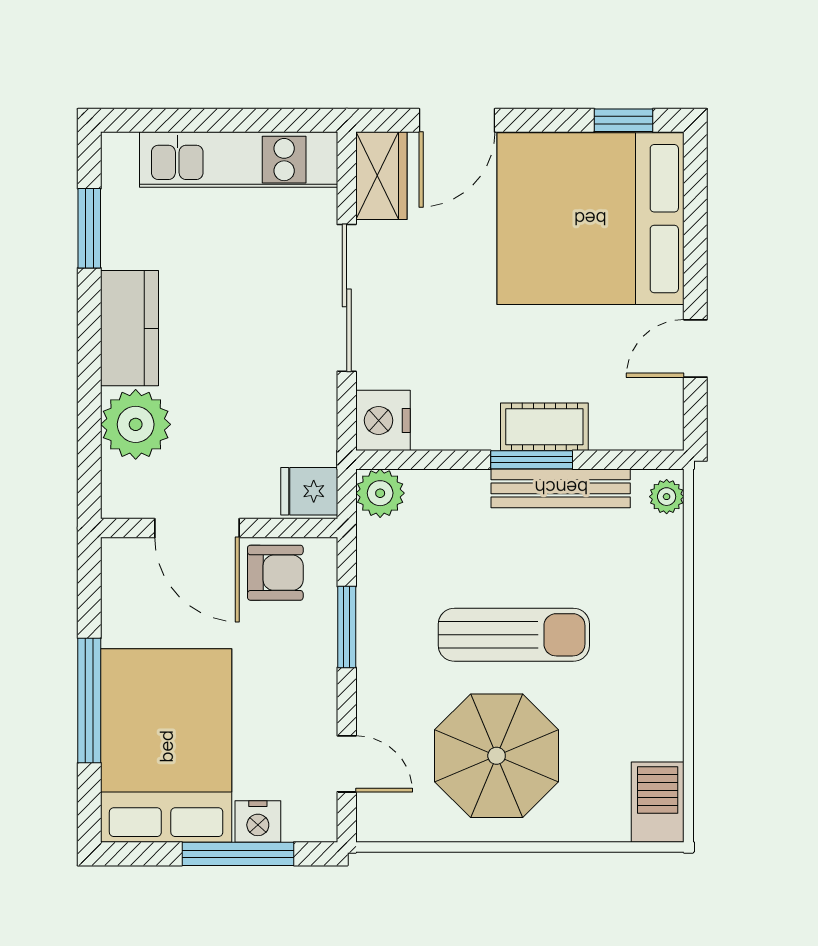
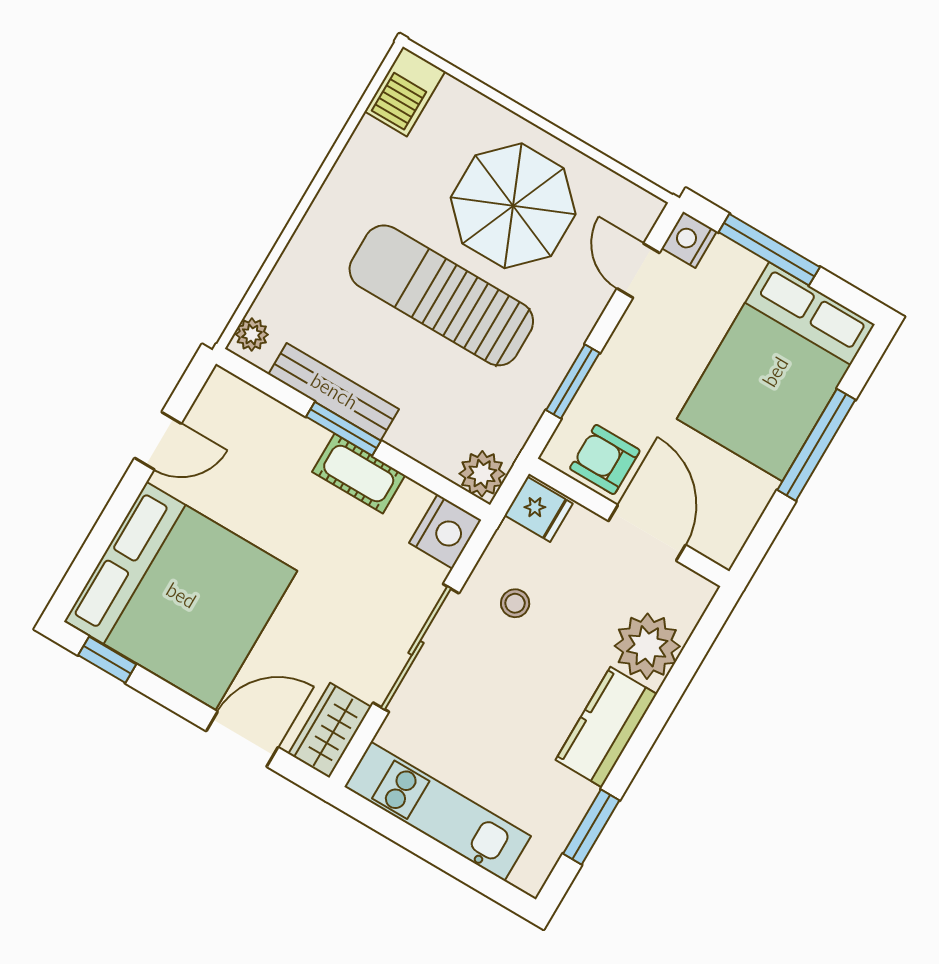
stool: (280, 392) -> (515, 603), added
cot: (544, 427) -> (359, 474), moved
sun lounger: (514, 635) -> (441, 295), width x1.36, depth x1.34
nightstand: (258, 822) -> (689, 240), moved, turned -90

